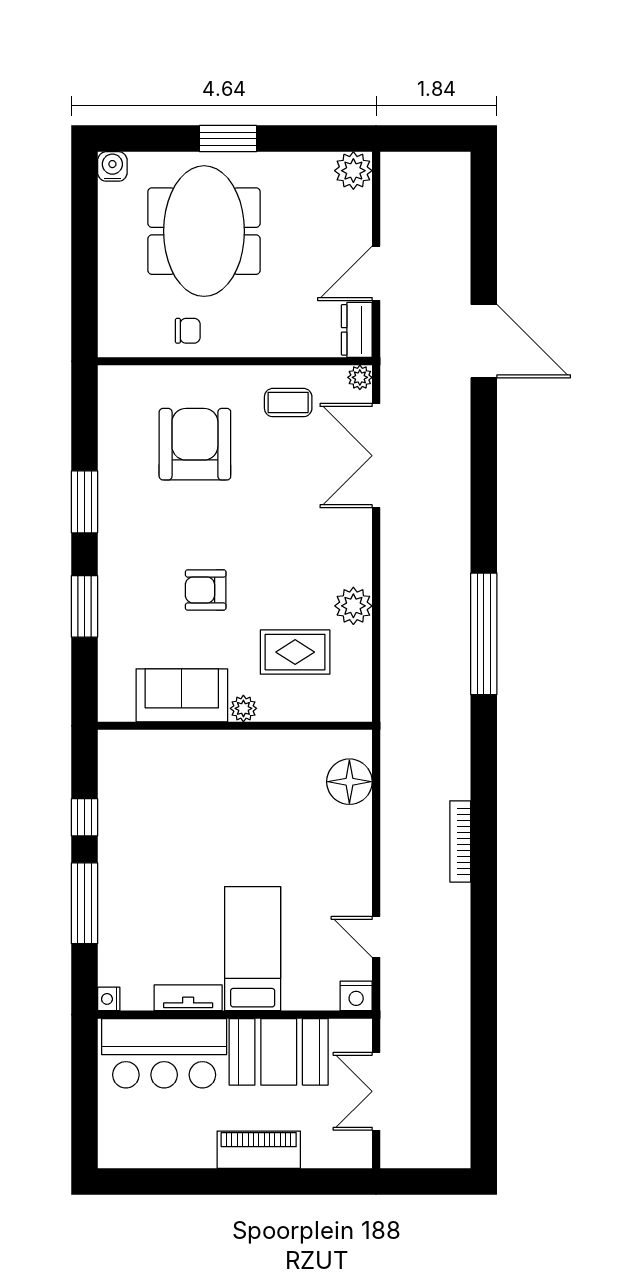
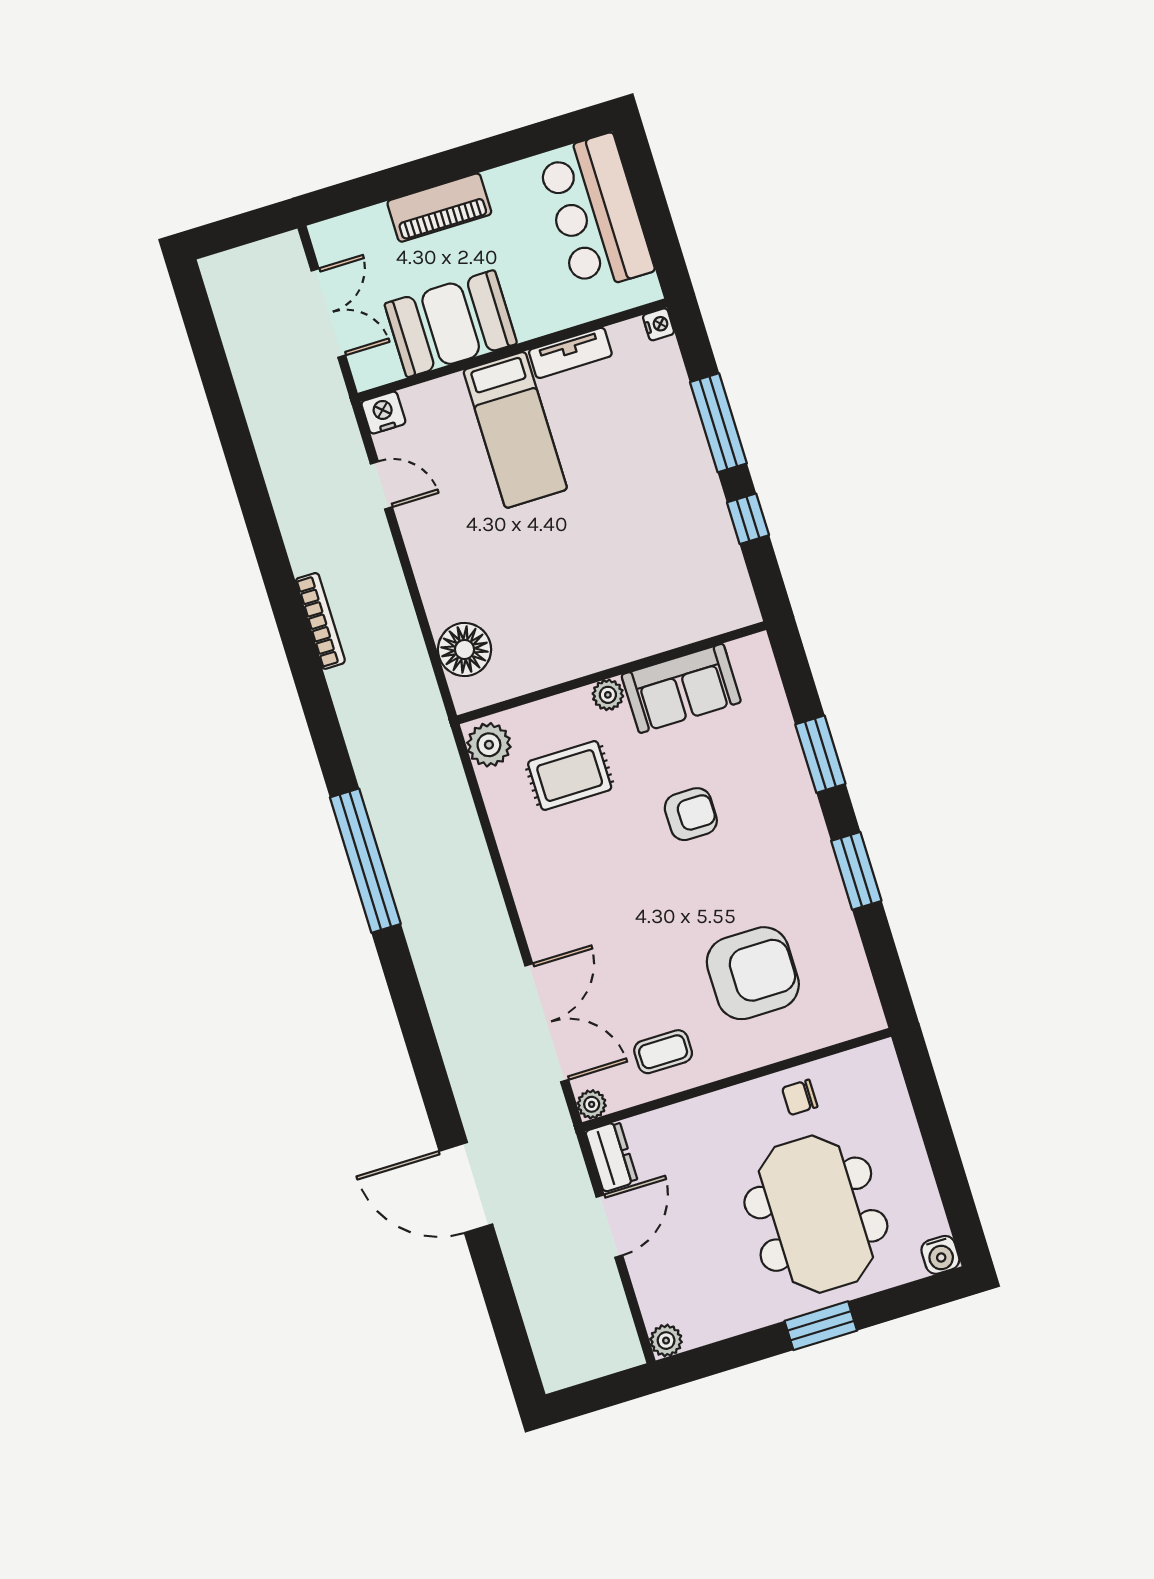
plant: (353, 171) -> (666, 1341), width x0.73, depth x0.73
armchair: (195, 444) -> (753, 973), turned -90
plant: (353, 606) -> (489, 745), moved
bar counter: (164, 1053) -> (595, 213), moved, turned -90

